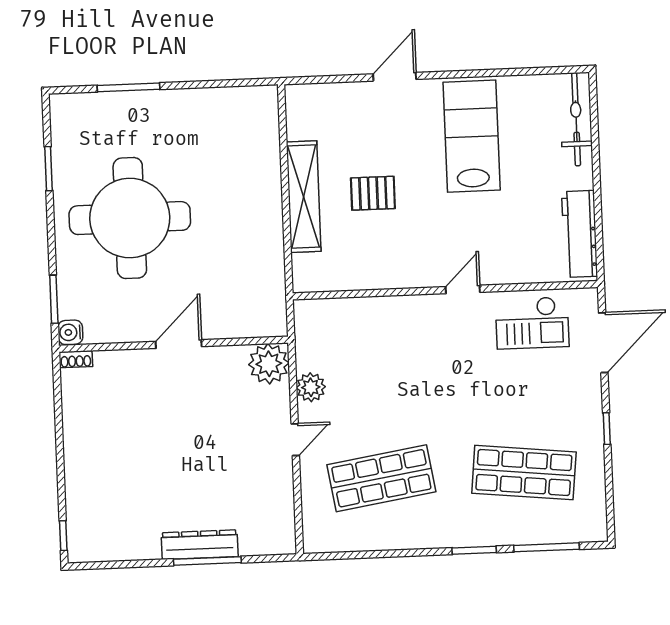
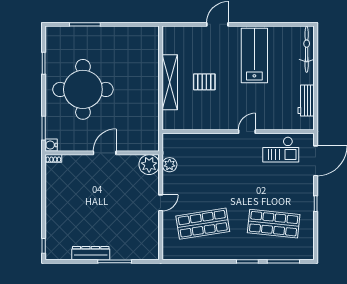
workbench: (580, 234) -> (306, 100), width x0.73
plant: (311, 387) -> (170, 165), moved
dresser: (200, 545) -> (91, 253), moved

